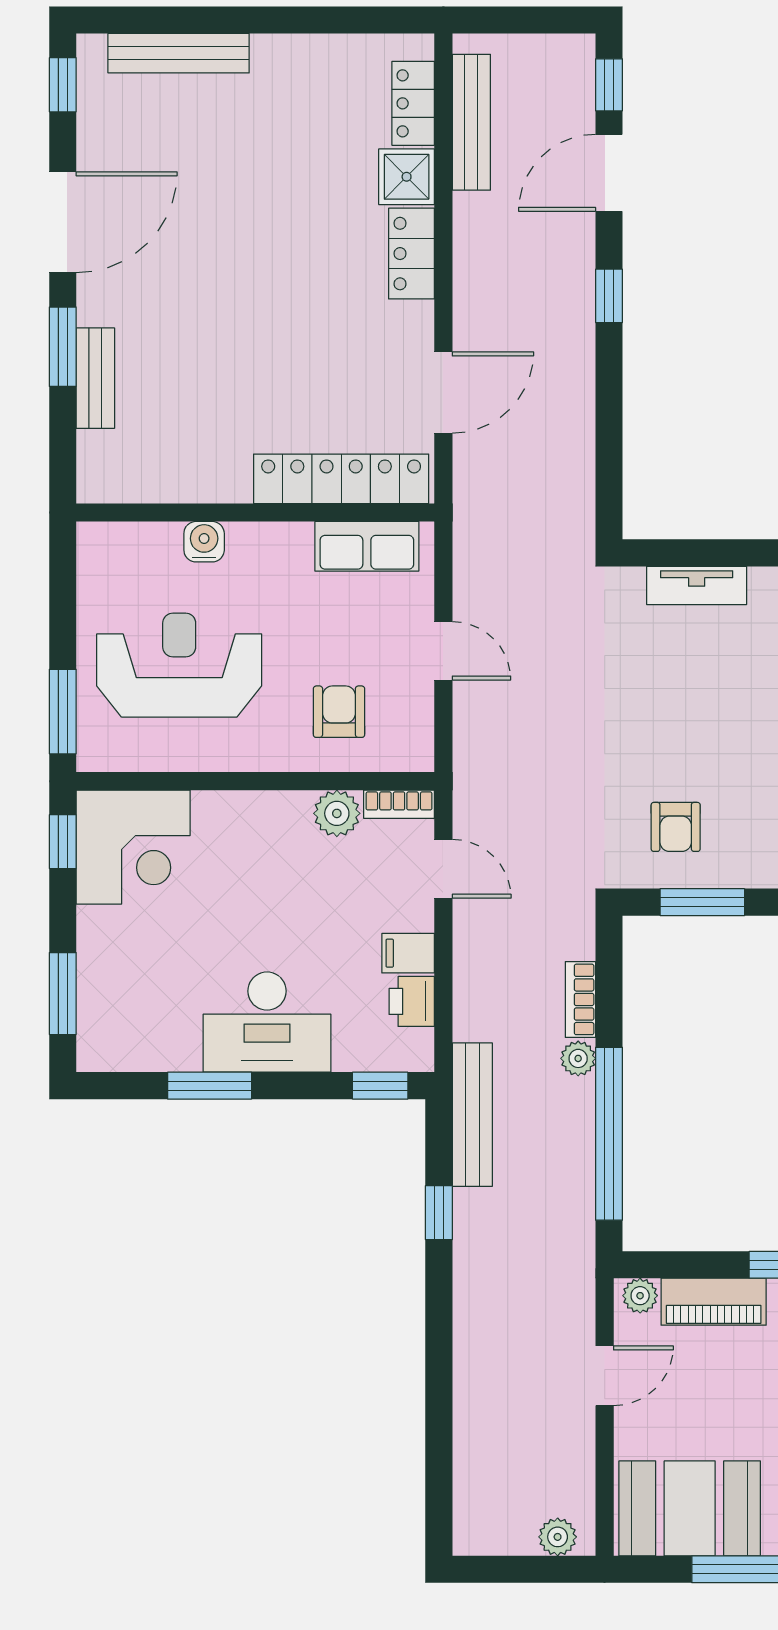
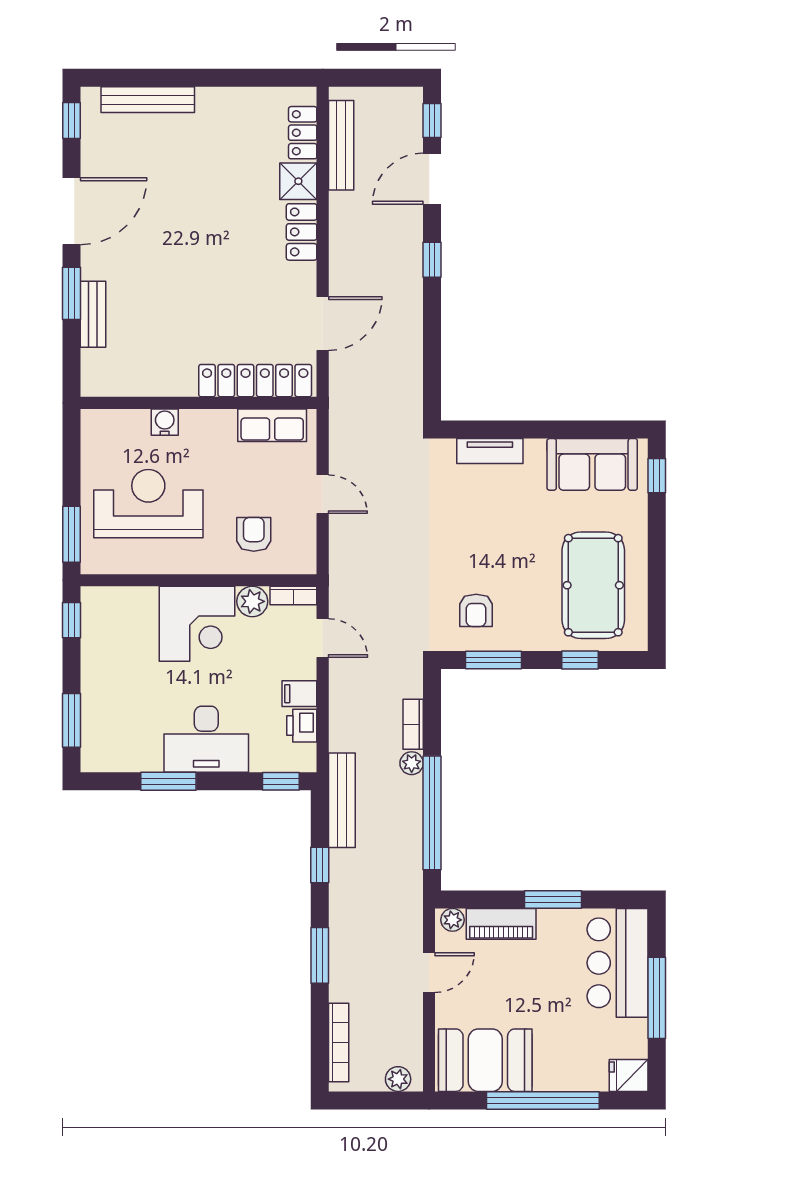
corner desk: (133, 847) -> (197, 624), moved
window: (439, 1350) -> (320, 955), added
bookcase: (468, 1482) -> (339, 1043), added

